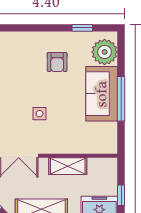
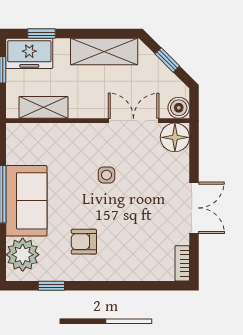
armchair: (57, 62) -> (84, 242), turned -90
shelving: (68, 166) -> (43, 107), moved

